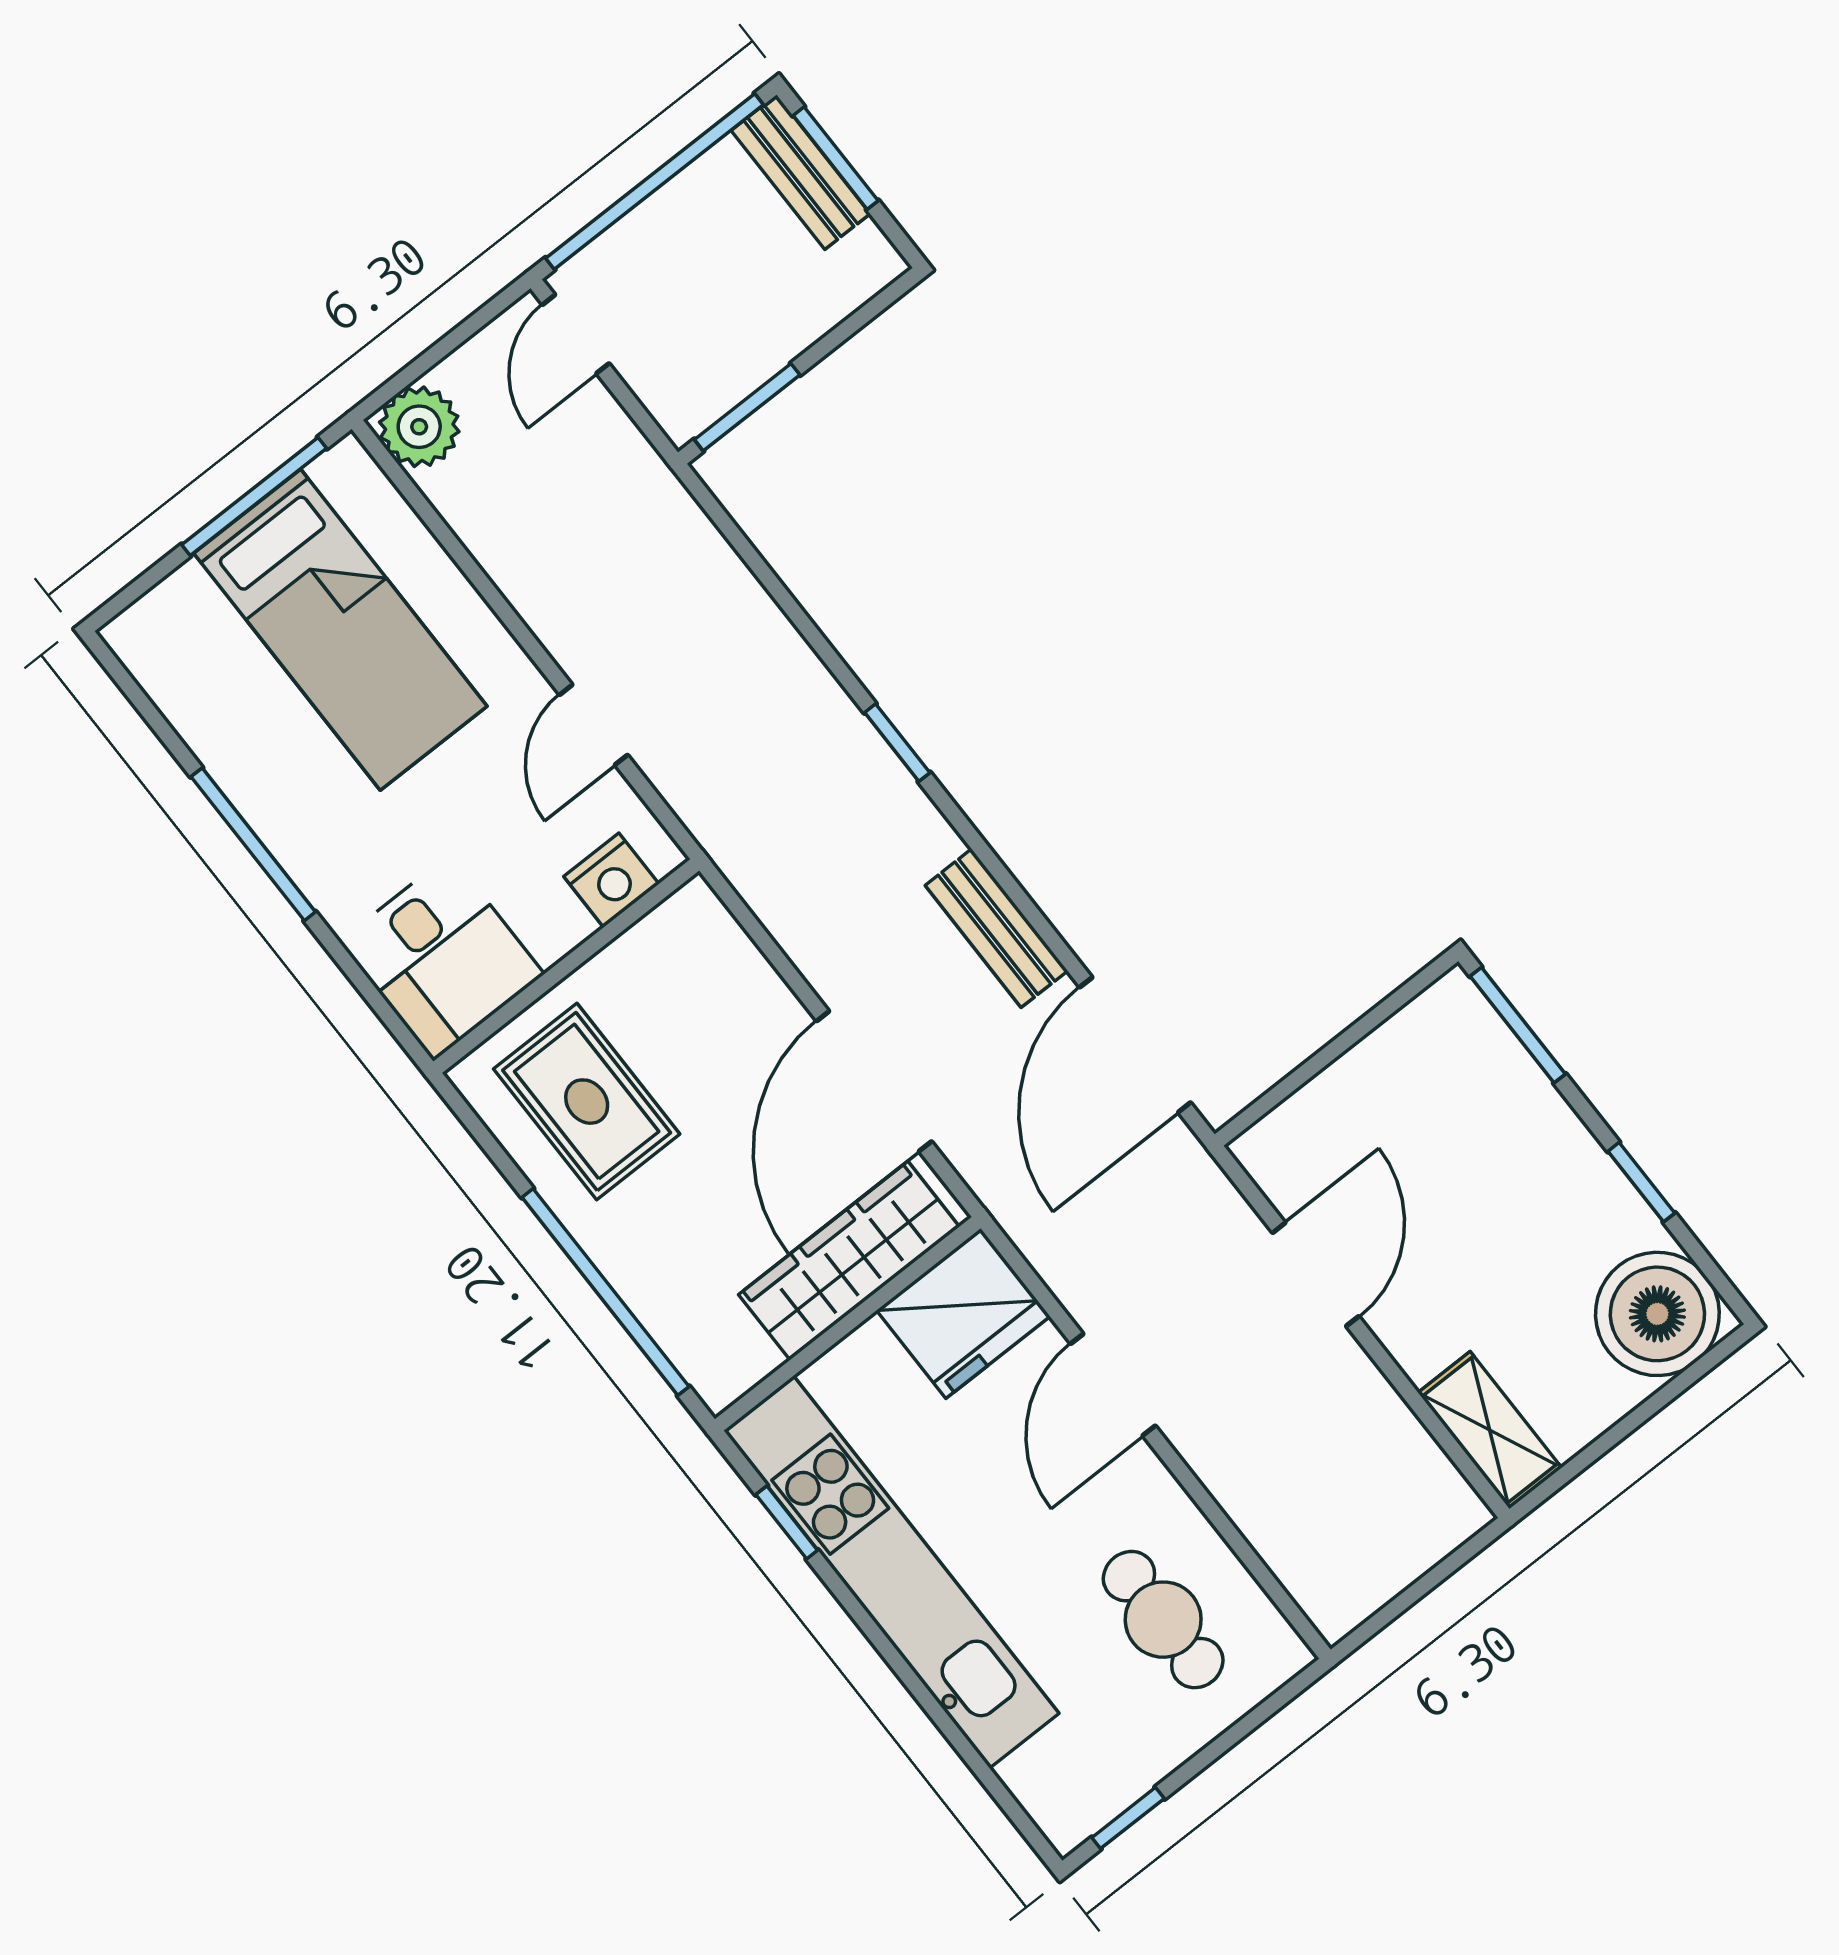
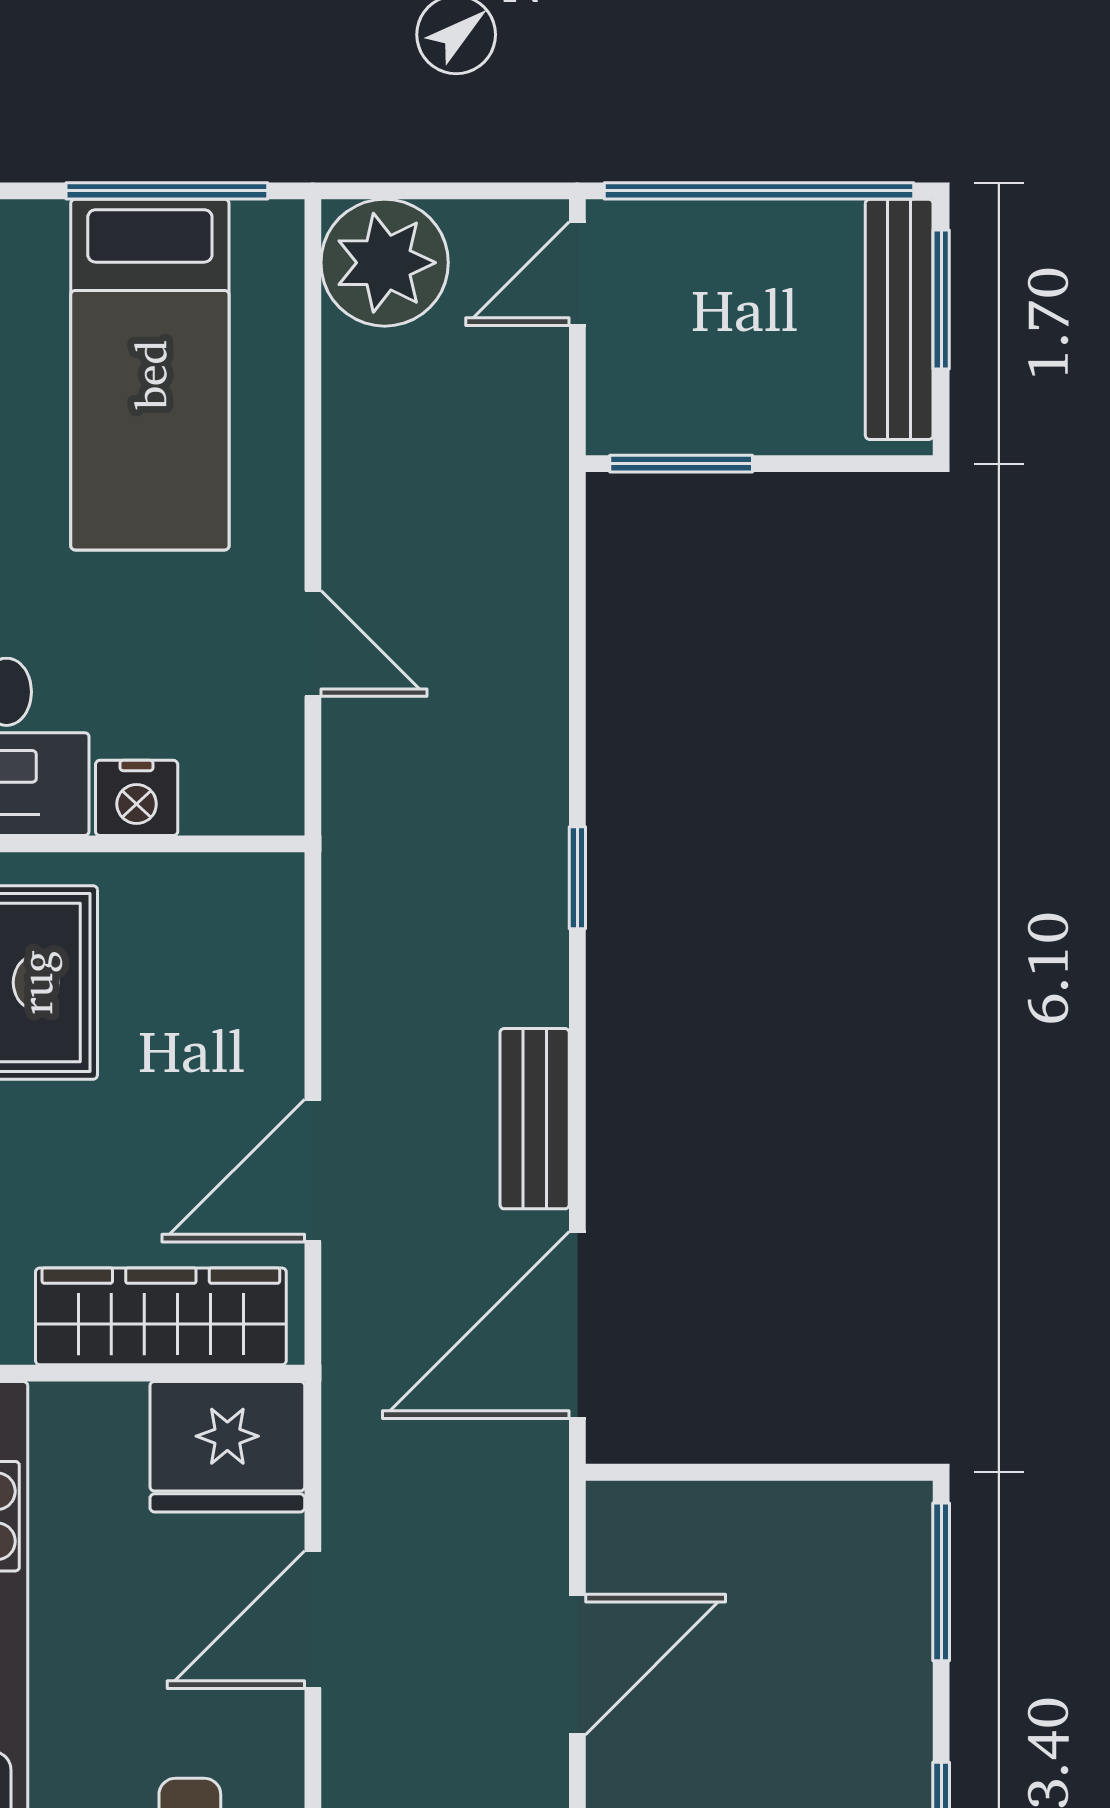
bench: (801, 172) -> (899, 319), width x1.36
plant: (419, 427) -> (385, 263), width x1.36, depth x1.36
door: (594, 725) -> (313, 643), swing flipped
nightstand: (611, 880) -> (137, 798), moved
door: (874, 1081) -> (313, 1171), width x0.73

